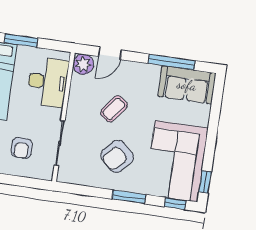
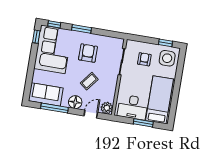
floor lamp: (137, 73) -> (75, 102), added
desk: (48, 82) -> (133, 107), moved, turned -90
armchair: (117, 156) -> (88, 53), turned -43

